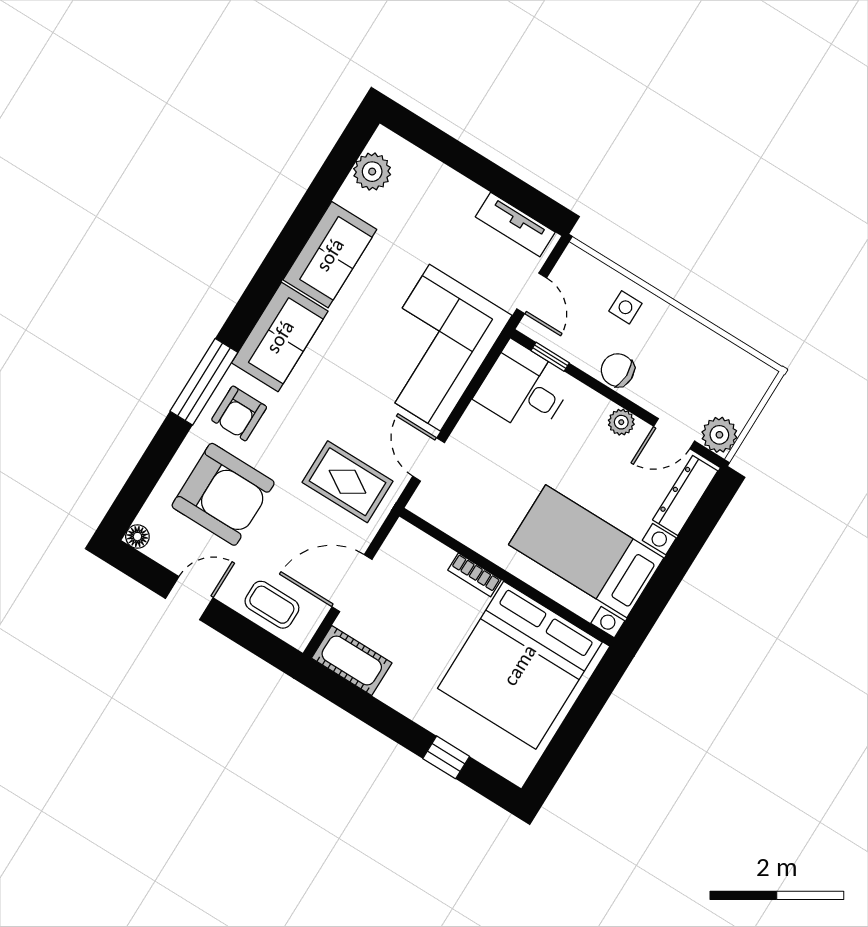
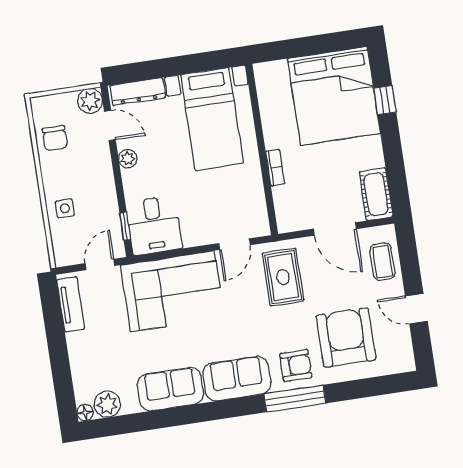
chair: (618, 370) -> (55, 138), moved
floor lamp: (137, 537) -> (85, 413), moved
bed: (520, 665) -> (334, 96), moved, turned 90

